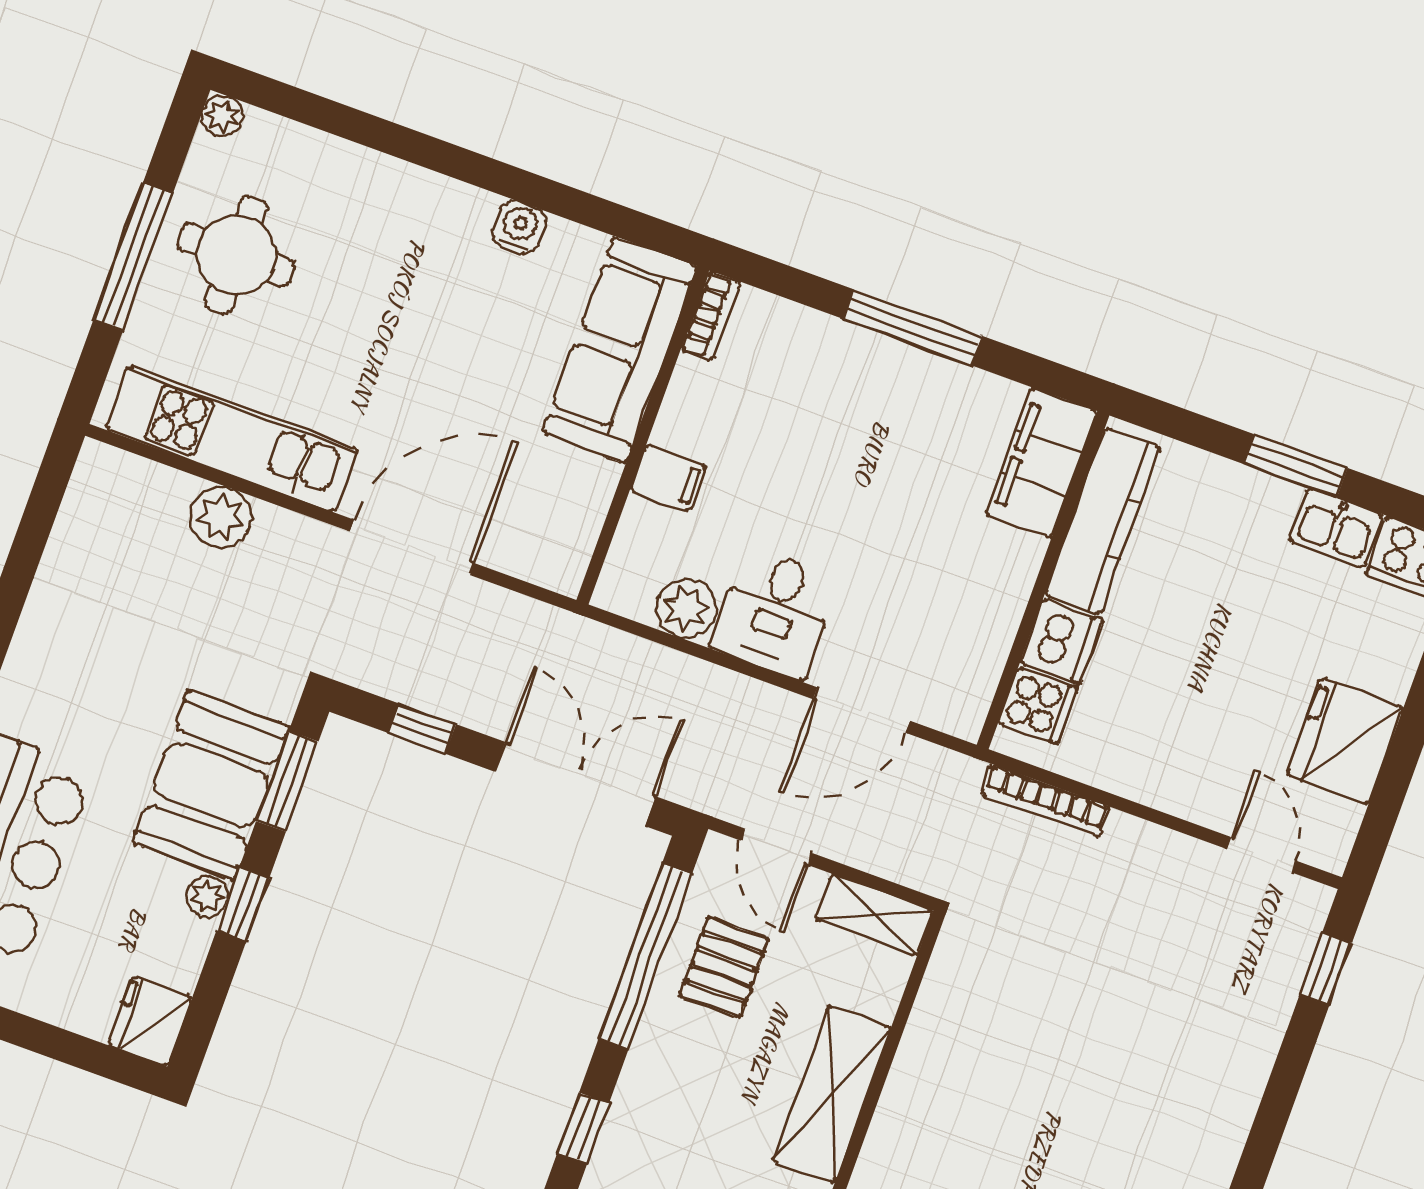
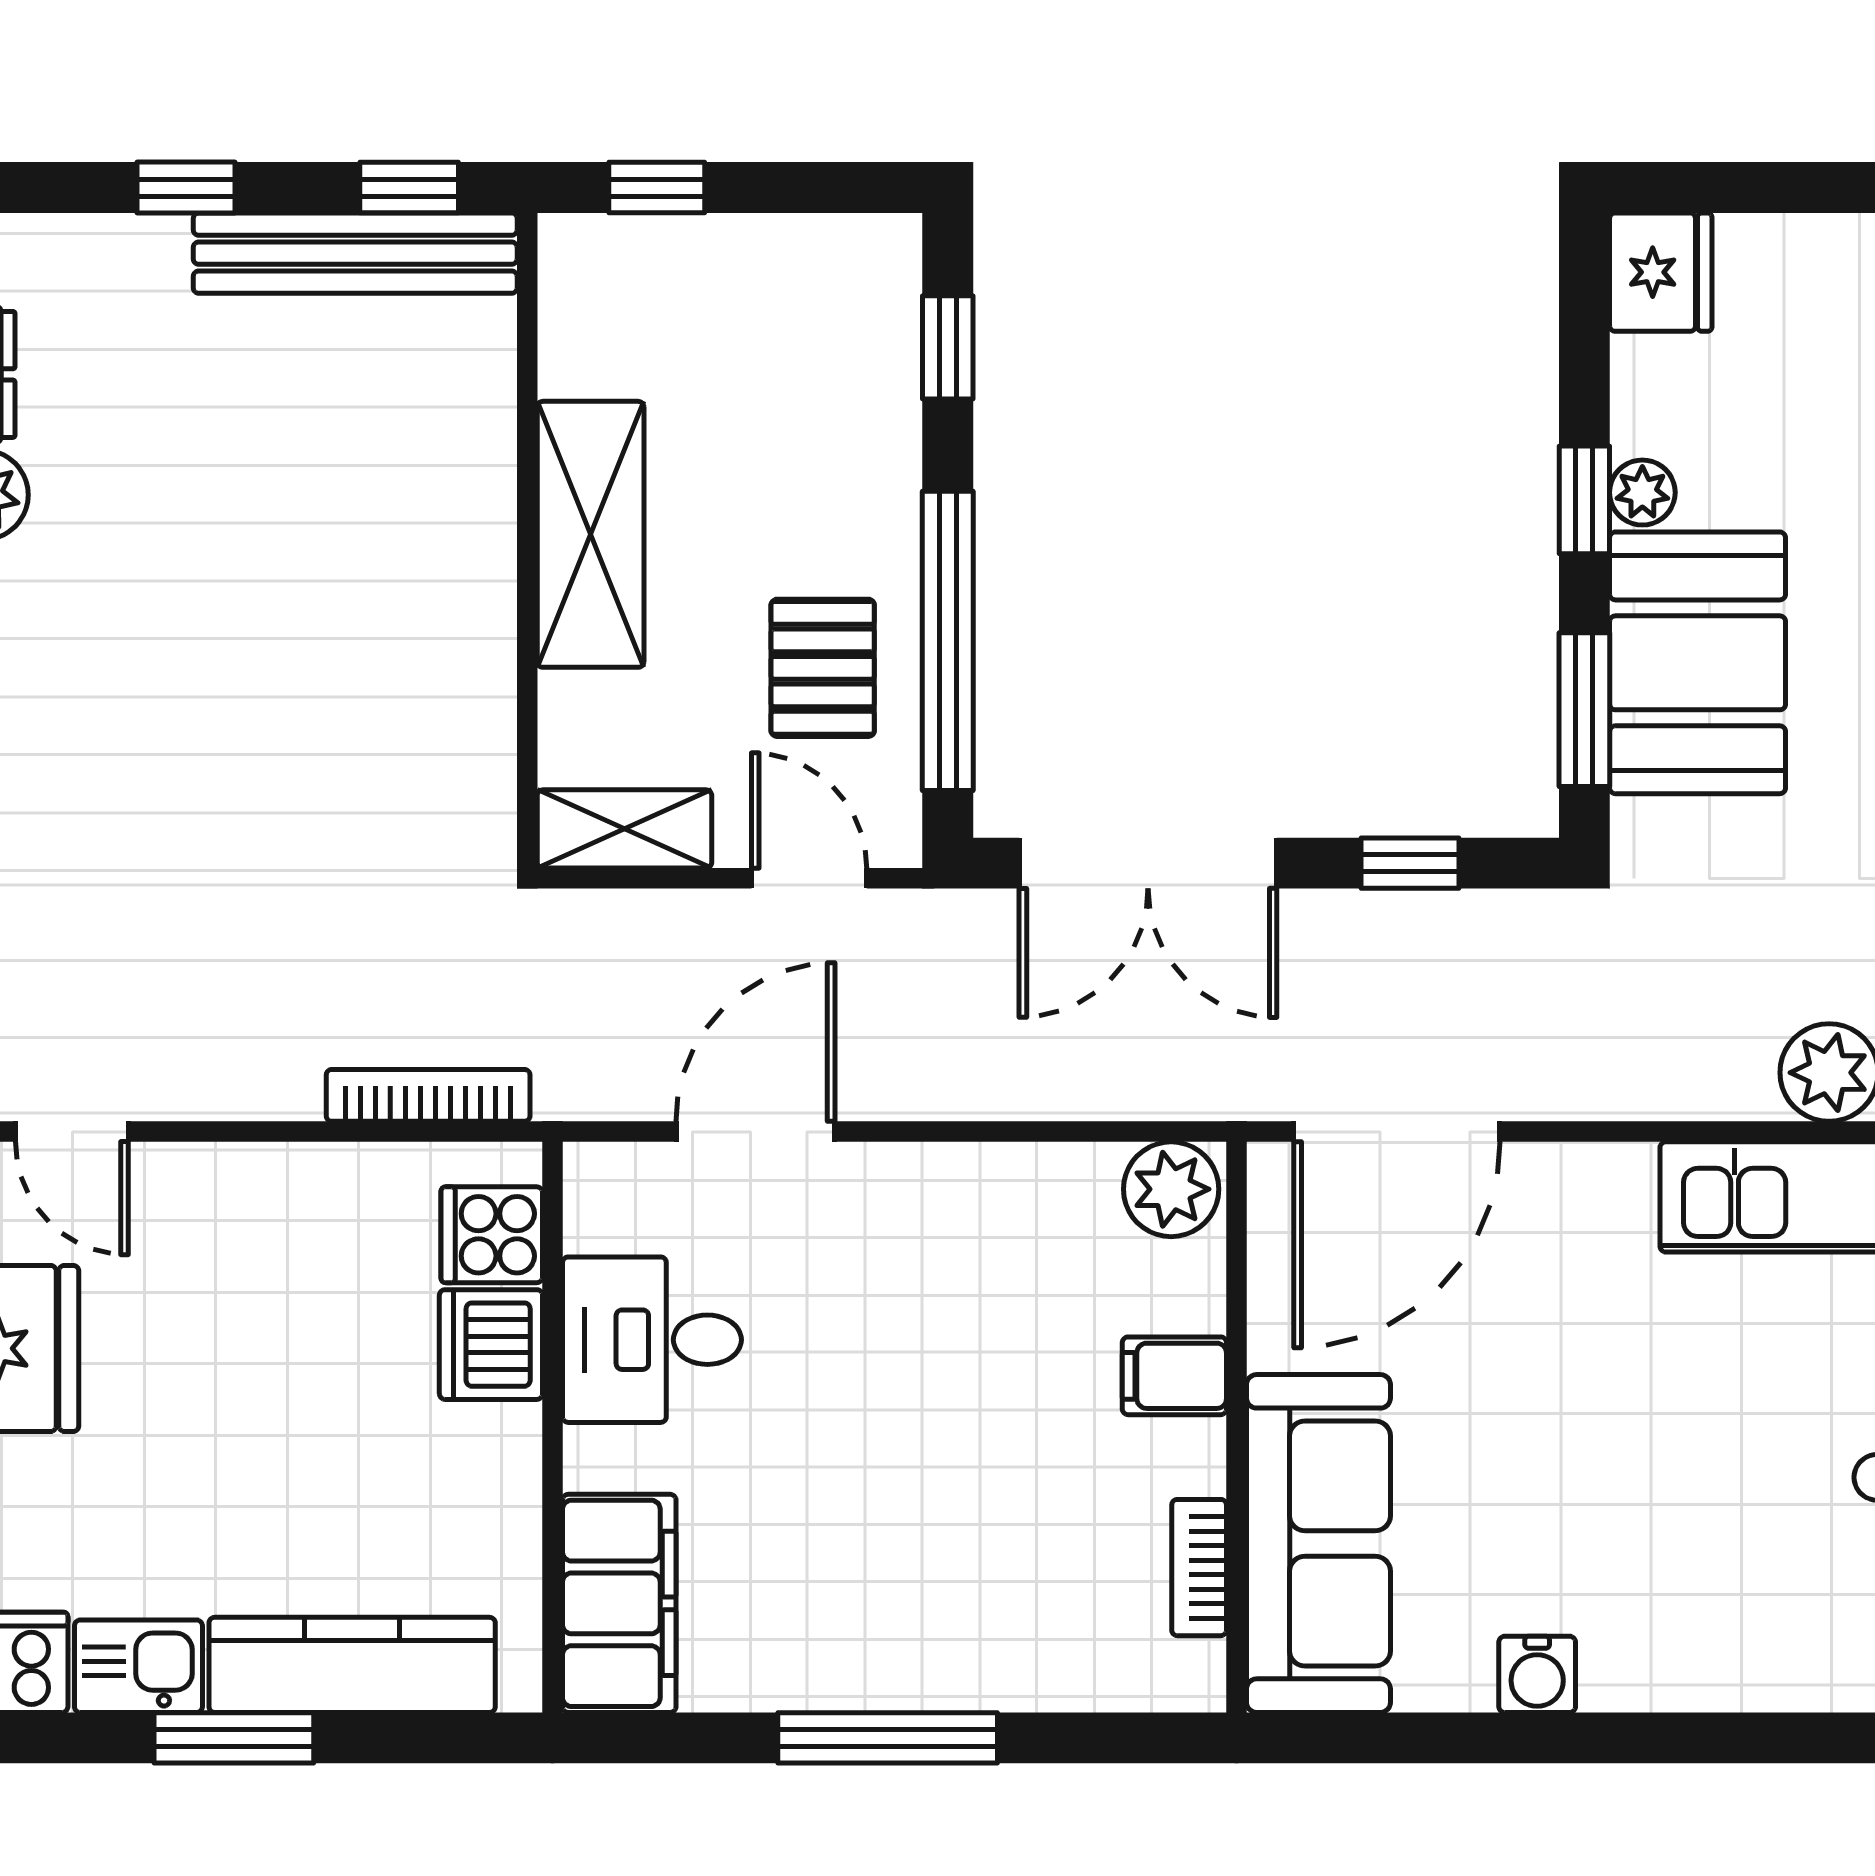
bookcase: (711, 316) -> (1199, 1568), moved
kitchen counter: (1103, 521) -> (352, 1665), moved, turned 90
door: (412, 547) -> (1397, 1132), moved
plant: (686, 608) -> (1171, 1189), moved
desk: (775, 613) -> (652, 1340), moved, turned -90

